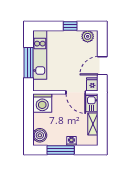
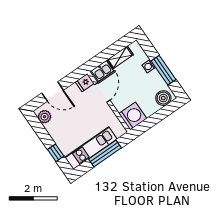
window: (70, 26) -> (56, 153), moved
door: (102, 66) -> (53, 92), moved

